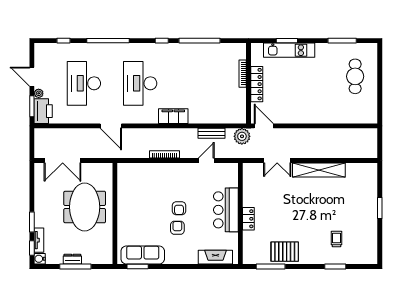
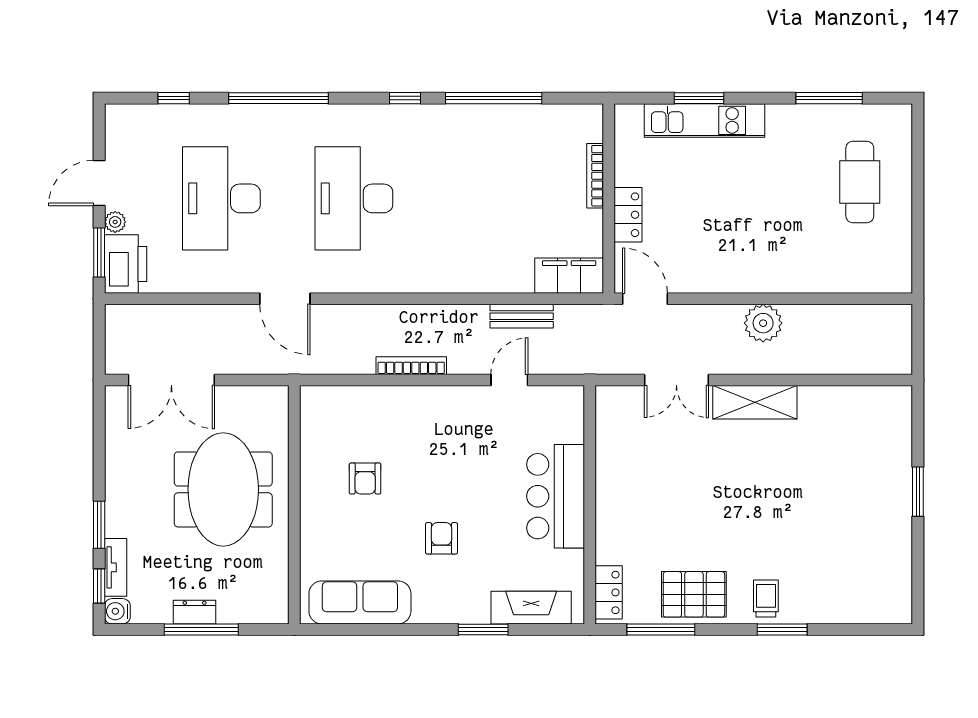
door: (32, 77) -> (99, 183), hinge flipped
locker: (257, 84) -> (628, 215), width x0.66
filing cabinet: (173, 116) -> (569, 276), moved
plant: (242, 136) -> (763, 323), moved
shelving: (319, 170) -> (755, 402), width x0.68
armchair: (179, 208) -> (365, 479), moved
locker: (248, 219) -> (609, 592), moved
trolley: (336, 239) -> (766, 598), moved
window: (138, 266) -> (483, 629), moved
window: (335, 266) -> (782, 629), moved

